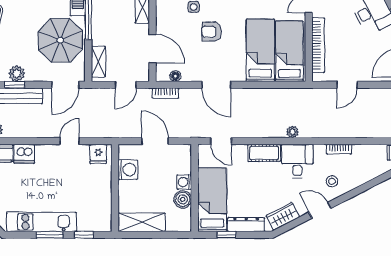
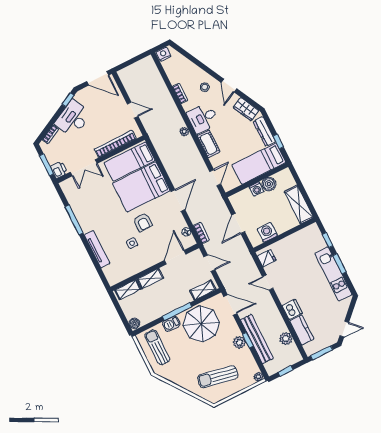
bed: (260, 50) -> (141, 187), width x1.50

